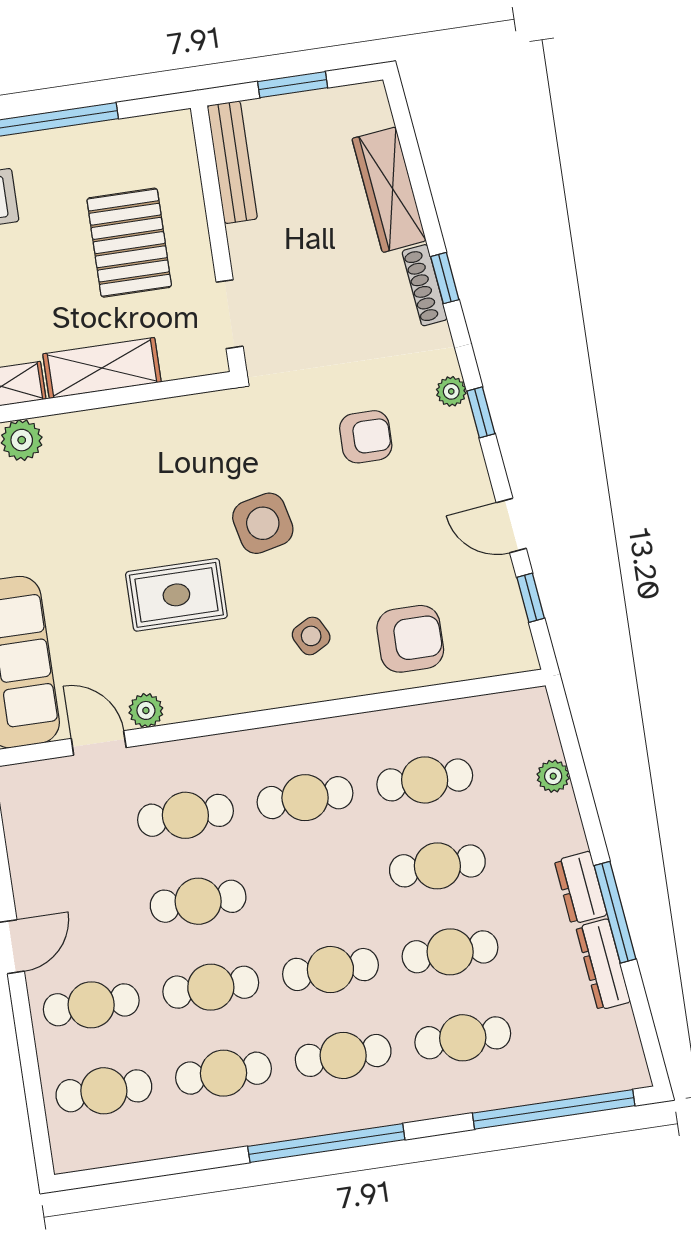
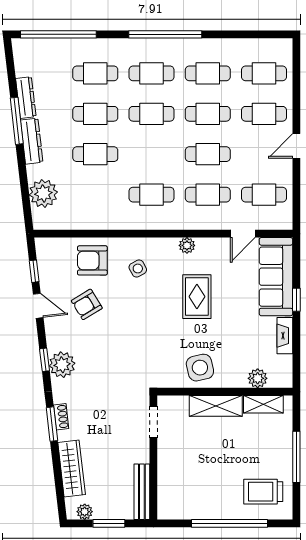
plant: (348, 102) -> (85, 512), added
pallet: (129, 243) -> (195, 462), removed
window: (445, 278) -> (52, 424), width x1.50
shoe rack: (425, 285) -> (61, 417), width x0.70
plant: (451, 391) -> (62, 365), width x1.88, depth x1.88
armchair: (366, 437) -> (87, 304), moved, turned -31
side table: (263, 523) -> (200, 368), moved
rug: (176, 595) -> (197, 297), turned 90
plant: (146, 710) -> (187, 245), moved
door: (99, 743) -> (243, 234), hinge flipped
plant: (553, 776) -> (43, 193), width x1.88, depth x1.88
cafe table: (425, 780) -> (264, 195), moved
dresser: (581, 888) -> (32, 141), width x1.44

